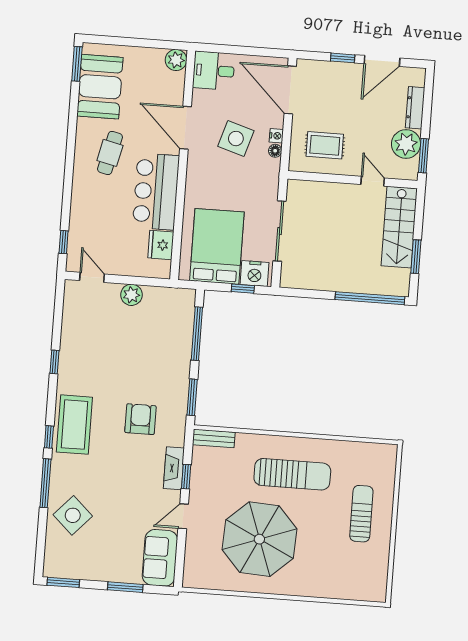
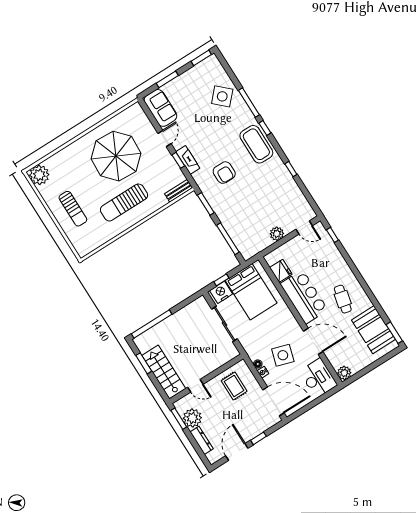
desk: (214, 71) -> (318, 378), width x1.37
rug: (325, 145) -> (234, 386), turned 90
plant: (372, 586) -> (39, 175), added

